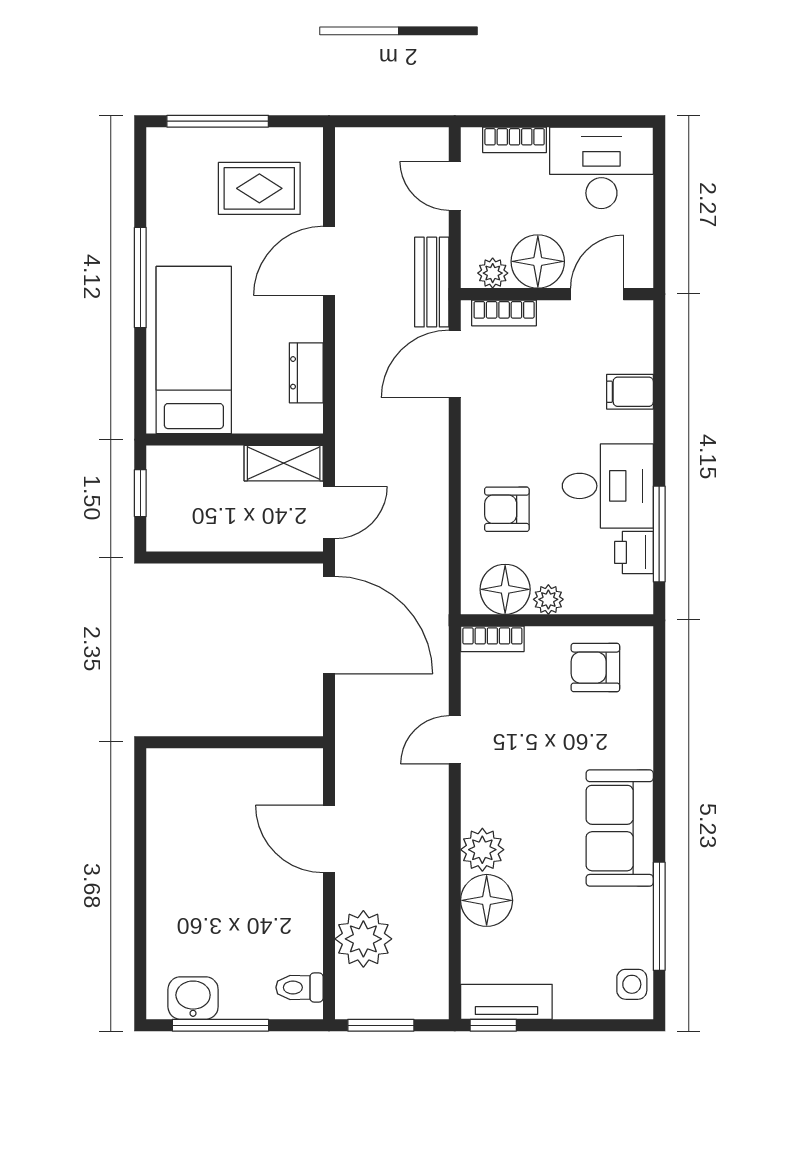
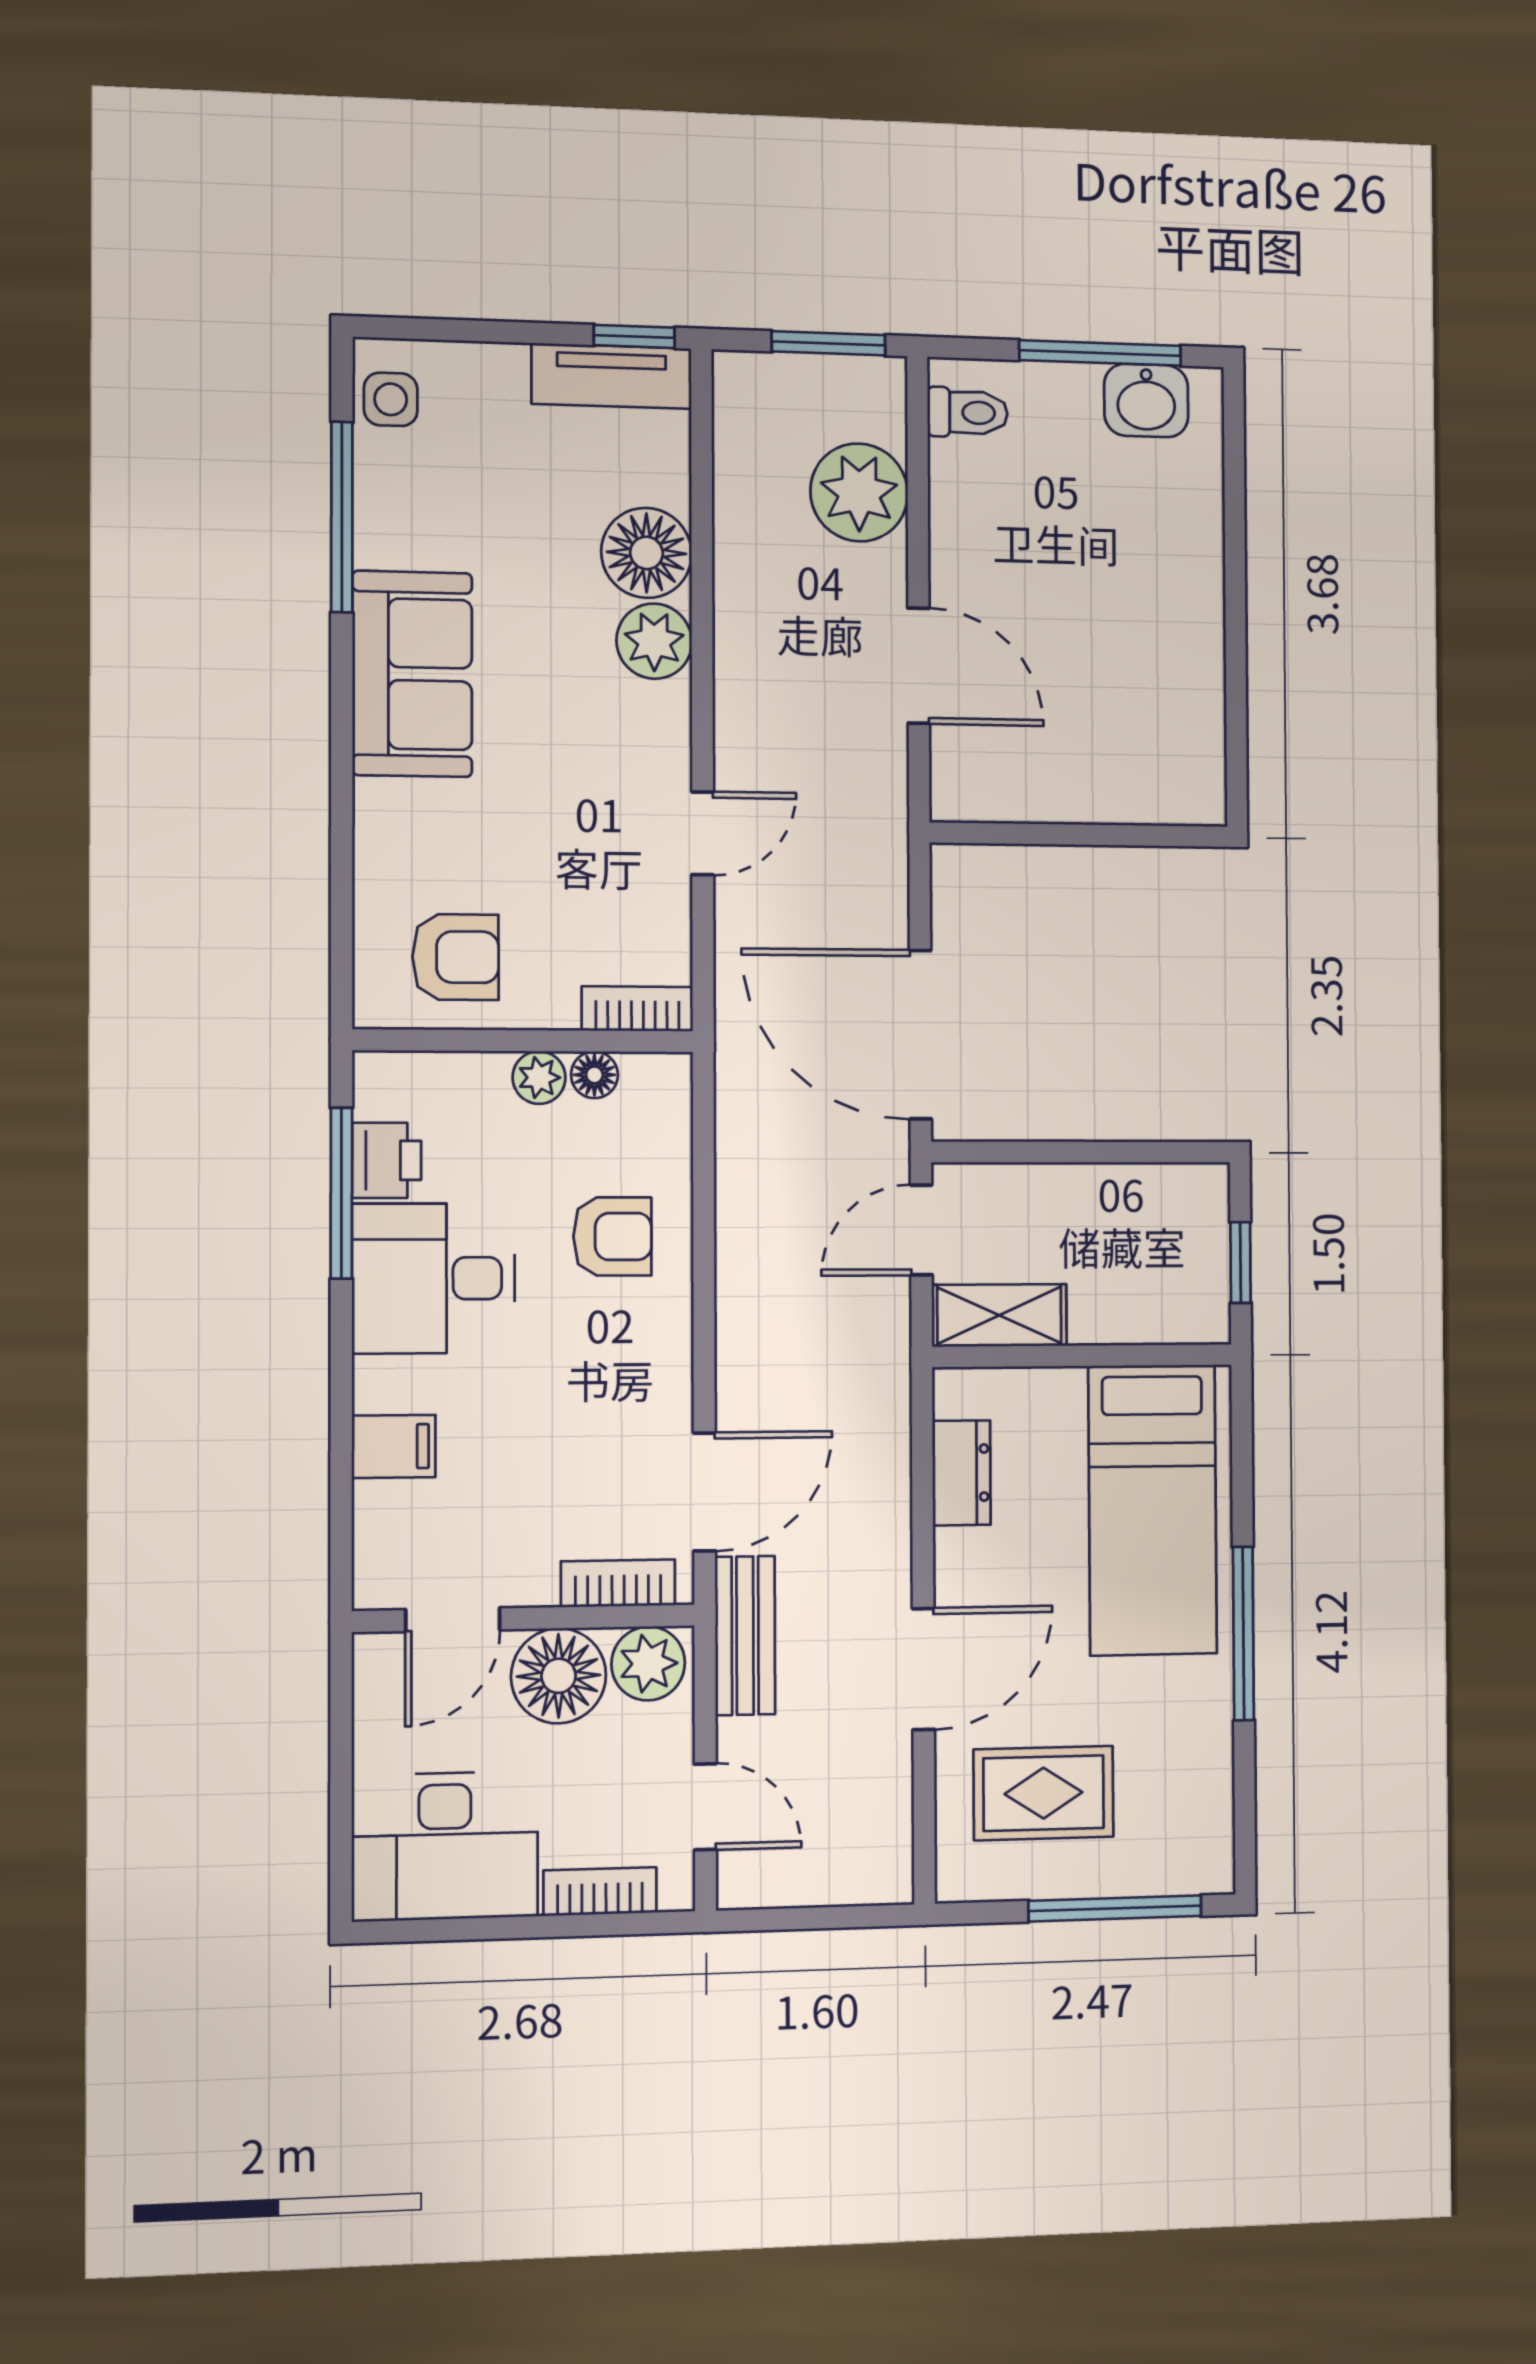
plant: (493, 273) -> (648, 1663), width x1.38, depth x1.38
floor lamp: (505, 589) -> (594, 1075), width x0.53, depth x0.53

